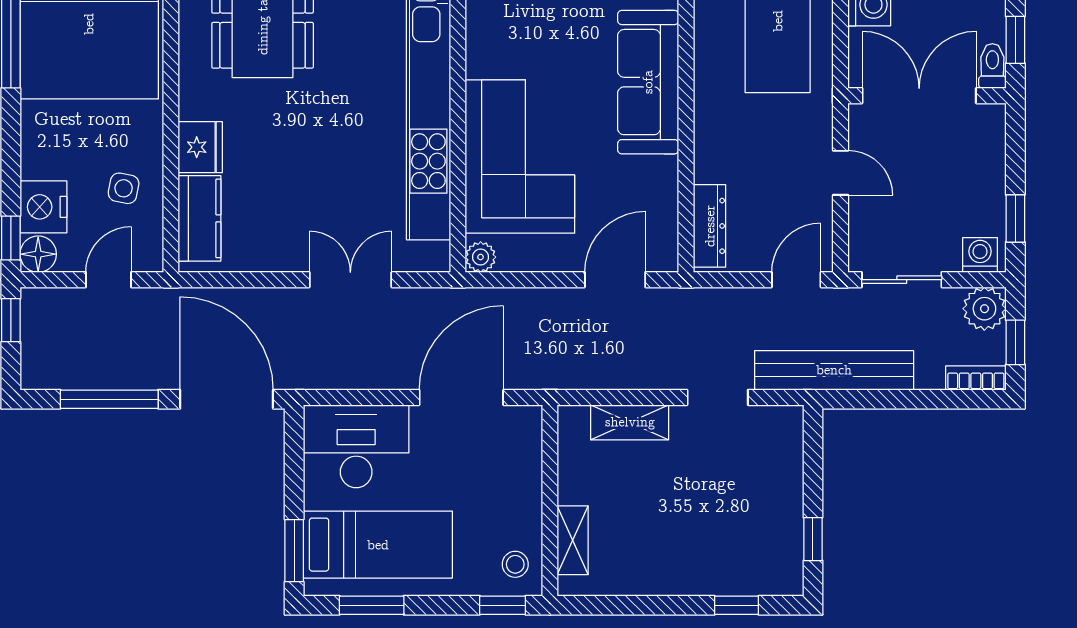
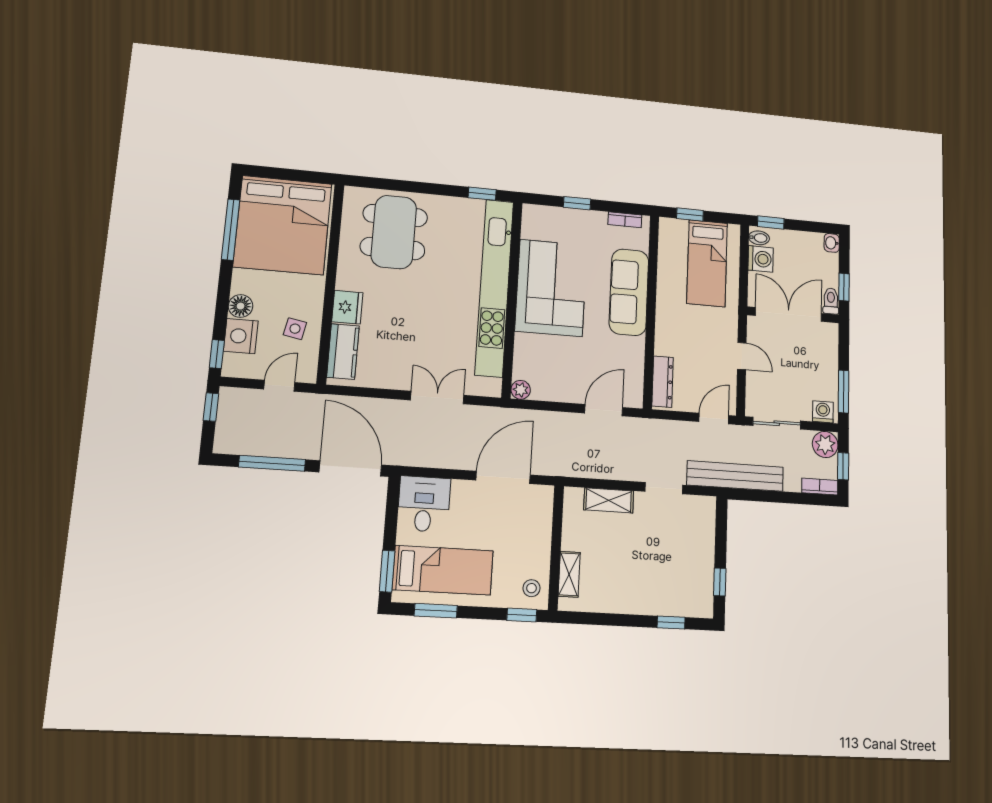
corner sofa: (520, 157) -> (551, 288), moved
window: (1015, 218) -> (844, 392), width x1.50
floor lamp: (38, 254) -> (241, 306), moved
desk: (356, 446) -> (424, 504), width x0.73

